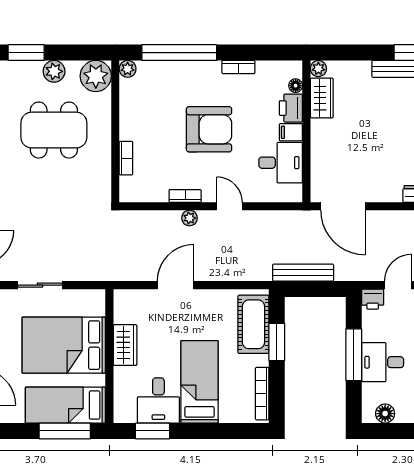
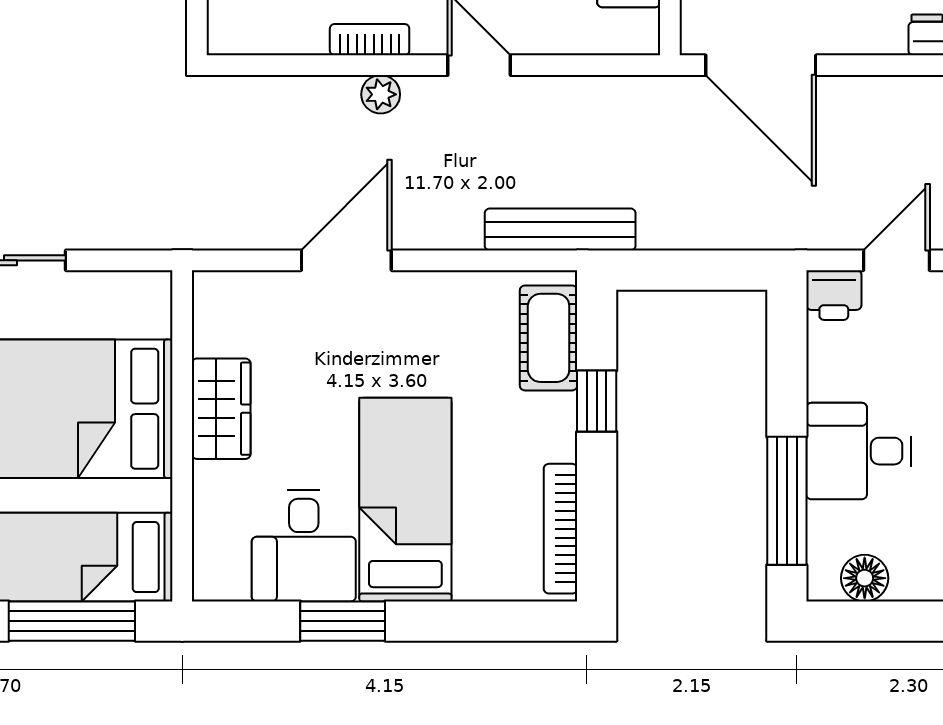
bench: (303, 273) -> (560, 229), moved
cot: (253, 324) -> (549, 338), width x0.73, depth x0.75
window: (277, 342) -> (597, 401), width x0.67
window: (354, 355) -> (787, 501), moved
window: (153, 431) -> (343, 621), moved

